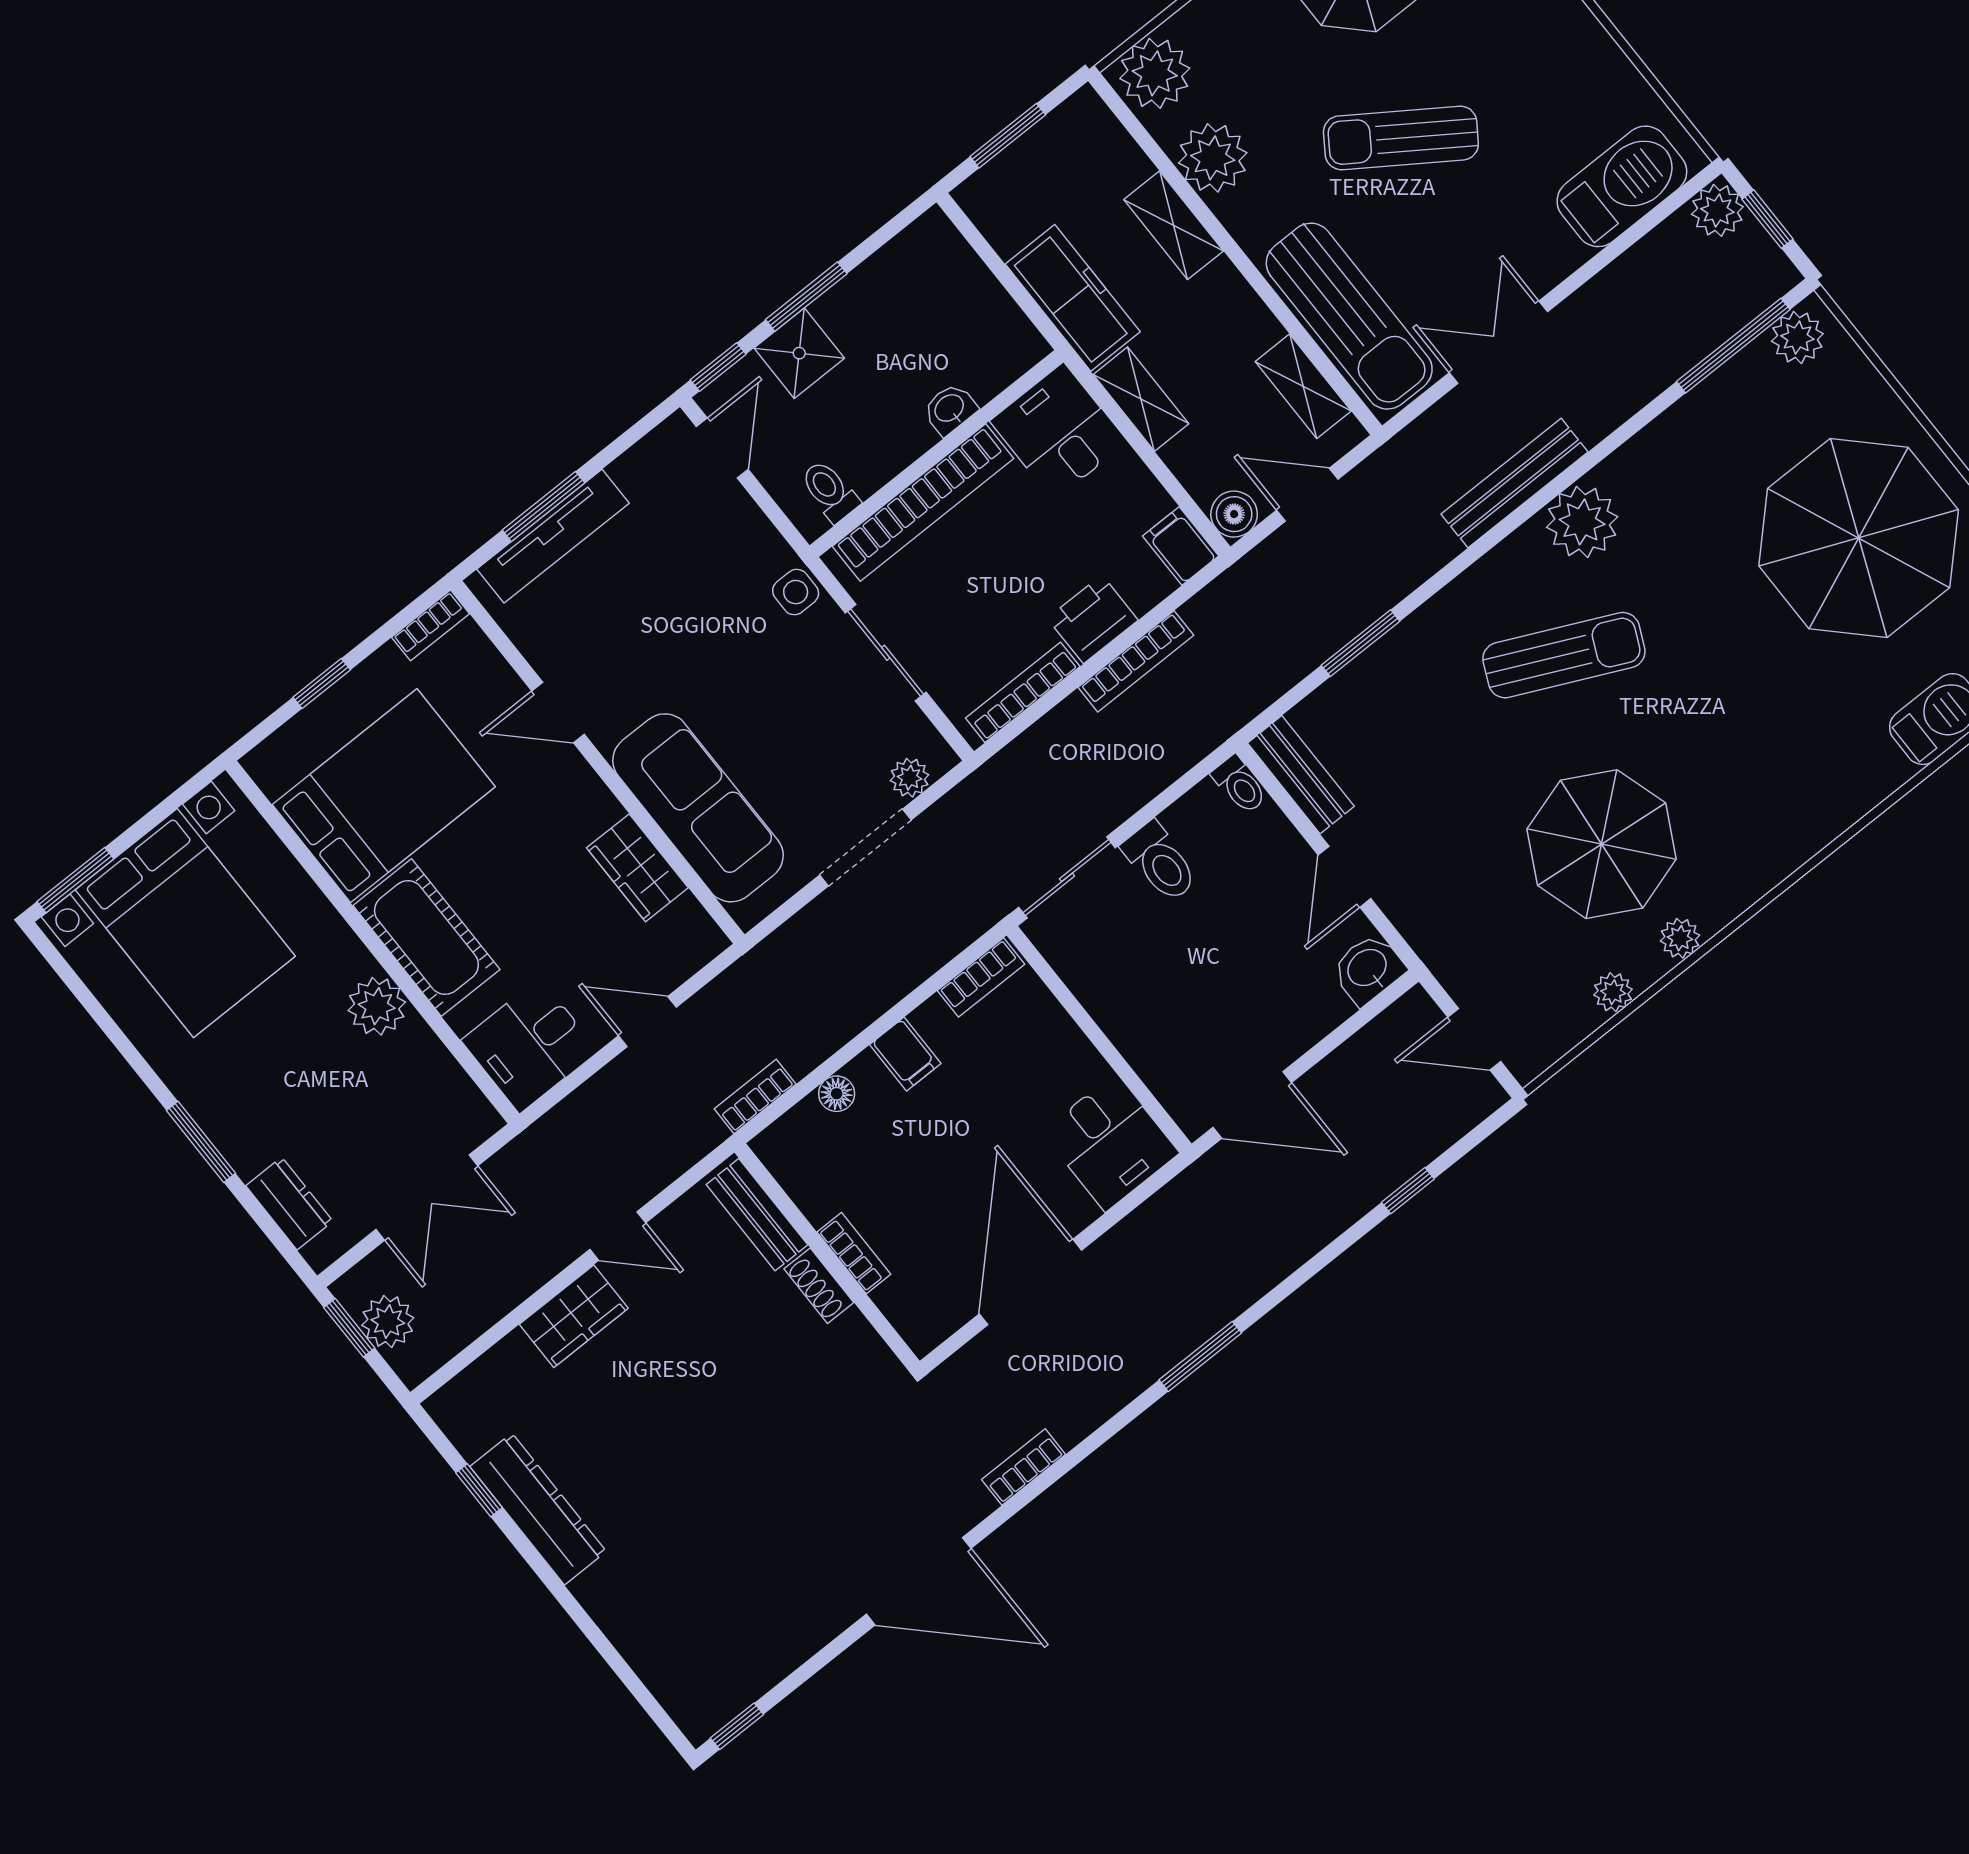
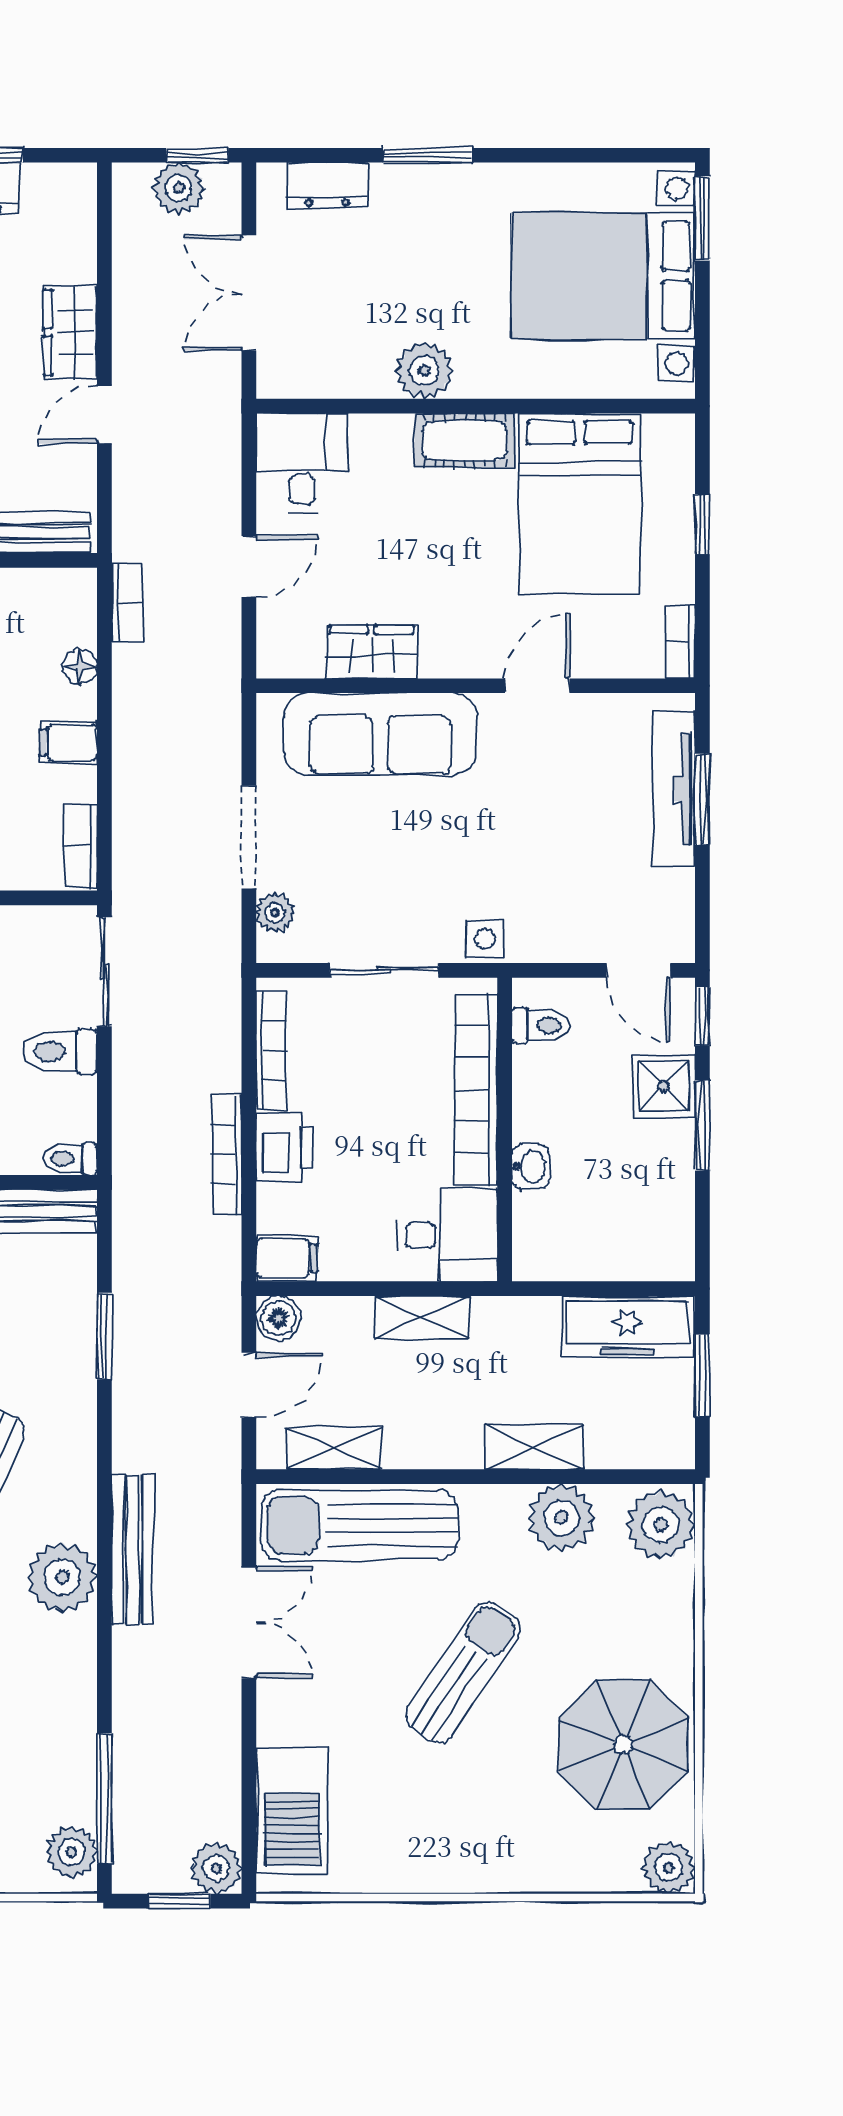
freezer: (1073, 298) -> (628, 1327), moved
cot: (426, 938) -> (465, 441), width x0.73, depth x0.75

